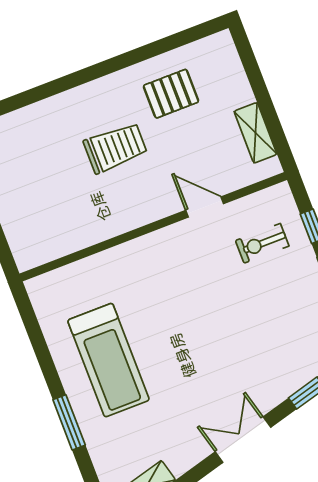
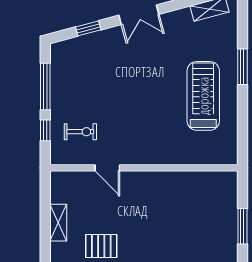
shelving: (255, 133) -> (58, 223), moved
trolley: (115, 148) -> (149, 226), removed

